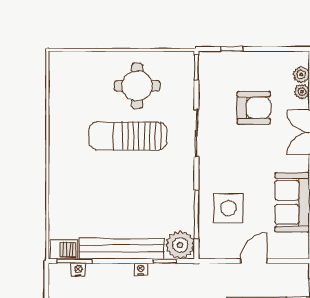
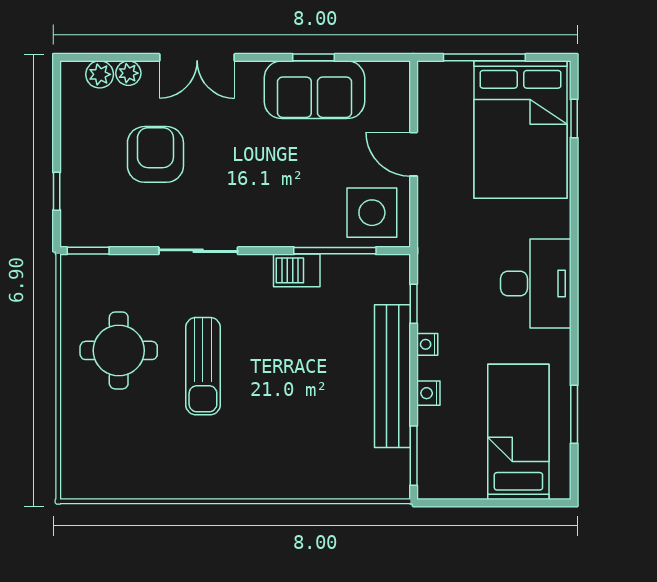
sun lounger: (128, 136) -> (203, 366), width x0.73, depth x0.75
side table: (228, 208) -> (372, 213), moved
plant: (180, 245) -> (386, 278), removed
barbecue: (64, 249) -> (297, 270), moved, turned -90
nightstand: (78, 270) -> (428, 393), moved

